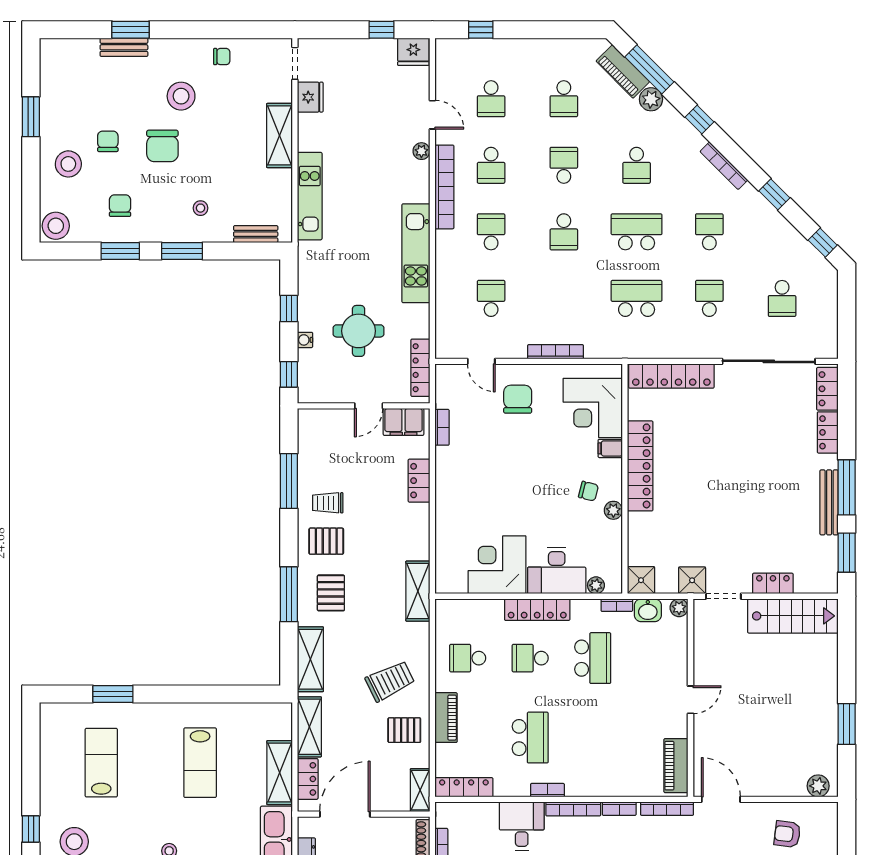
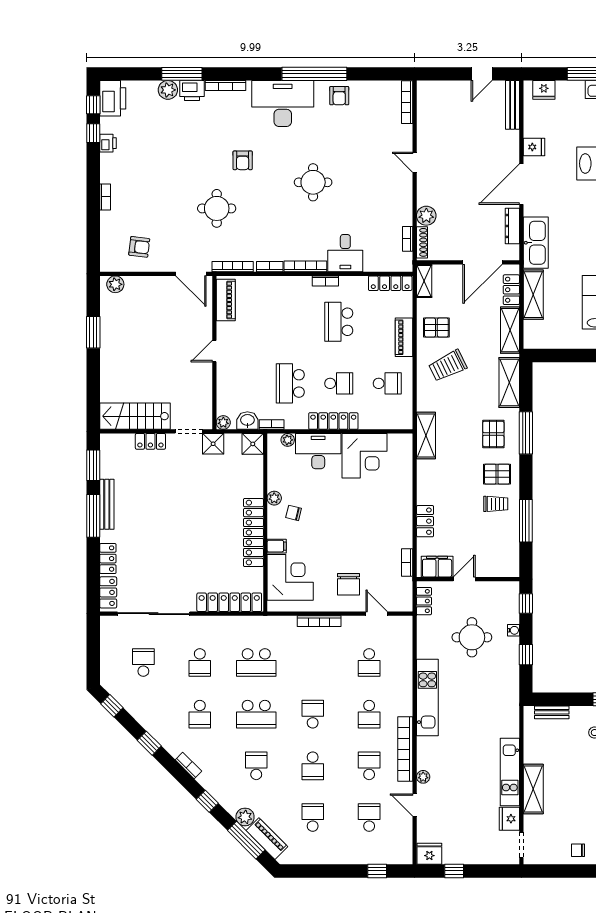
bookcase: (724, 166) -> (188, 766), width x0.64
kitchen unit: (310, 196) -> (510, 772), moved
locker: (420, 368) -> (424, 601), width x0.66

